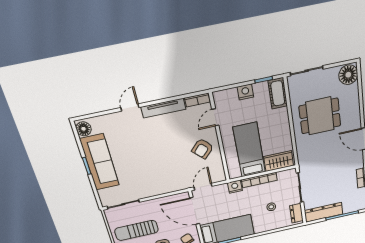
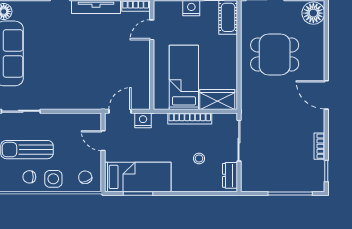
armchair: (203, 149) -> (130, 64), removed
nightstand: (235, 187) -> (143, 120), moved
door: (195, 211) -> (103, 141), width x0.53
dresser: (324, 212) -> (266, 183), removed

